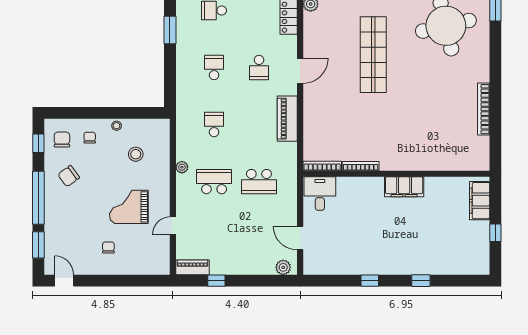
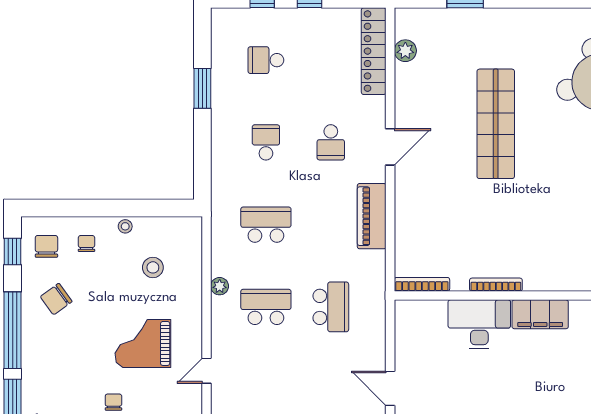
school desk: (214, 125) -> (266, 225), width x1.85
bookcase: (361, 166) -> (496, 285), moved
school desk: (259, 182) -> (331, 307), turned -90
desk: (320, 194) -> (479, 324), moved, width x1.37

